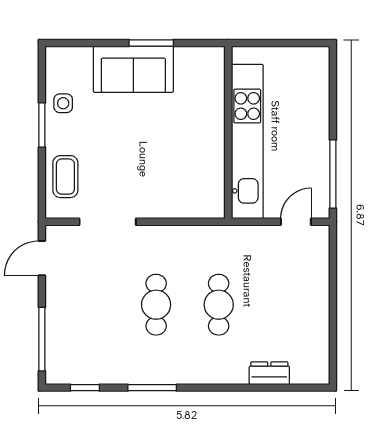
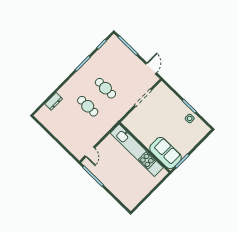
sofa: (133, 69) -> (165, 153), moved, turned 90
wall: (228, 132) -> (145, 147), moved
kitchen unit: (247, 142) -> (137, 150), moved
coffee table: (65, 177) -> (168, 98), removed

